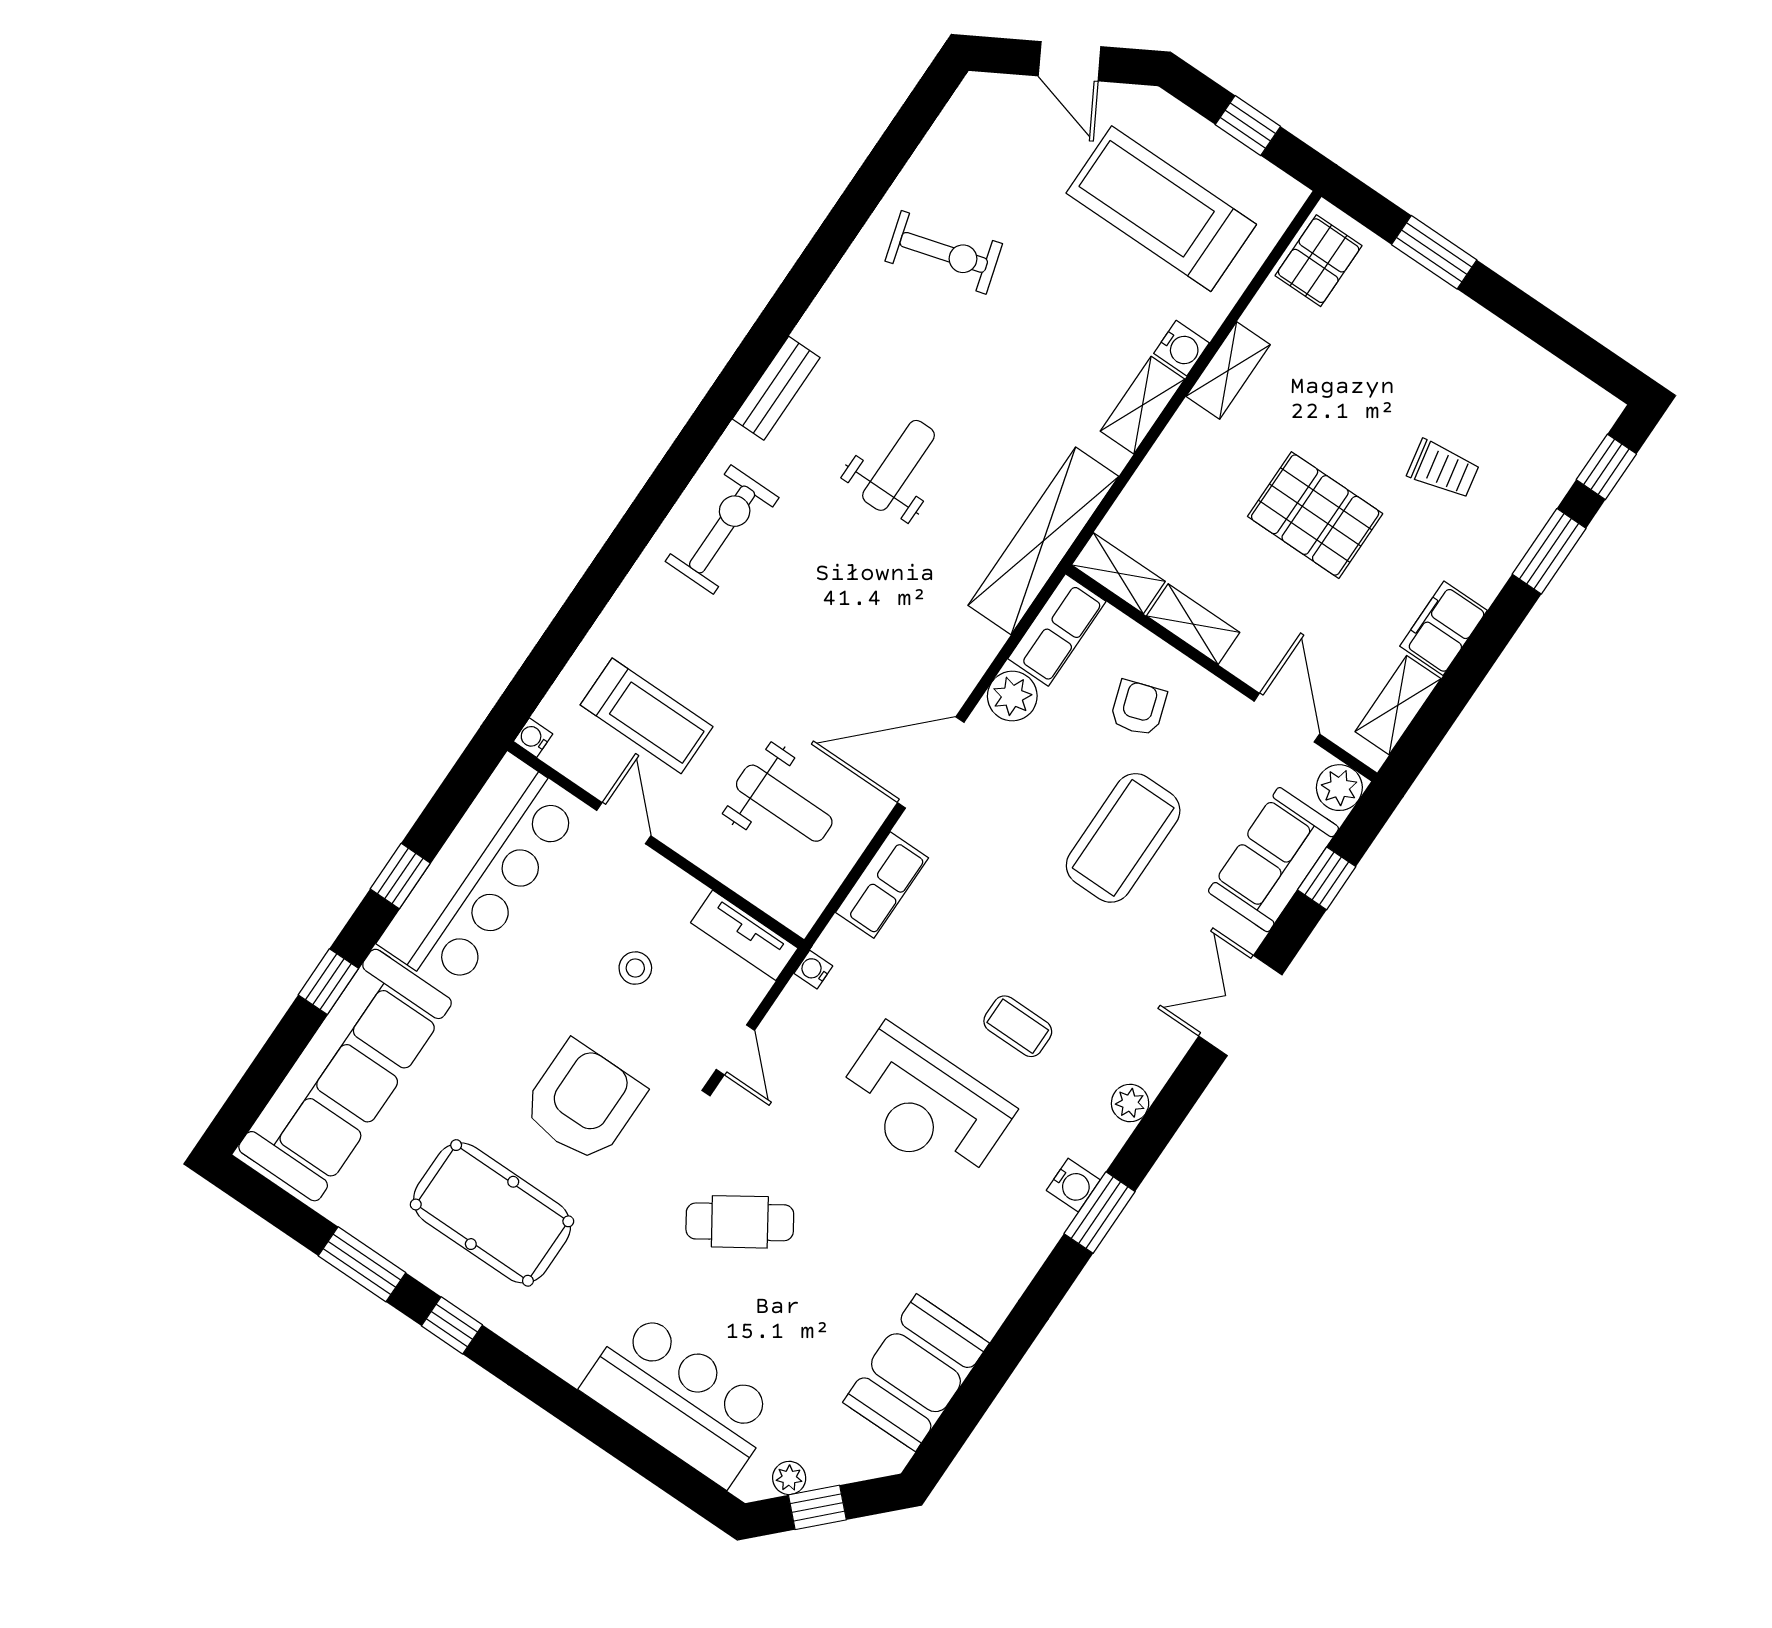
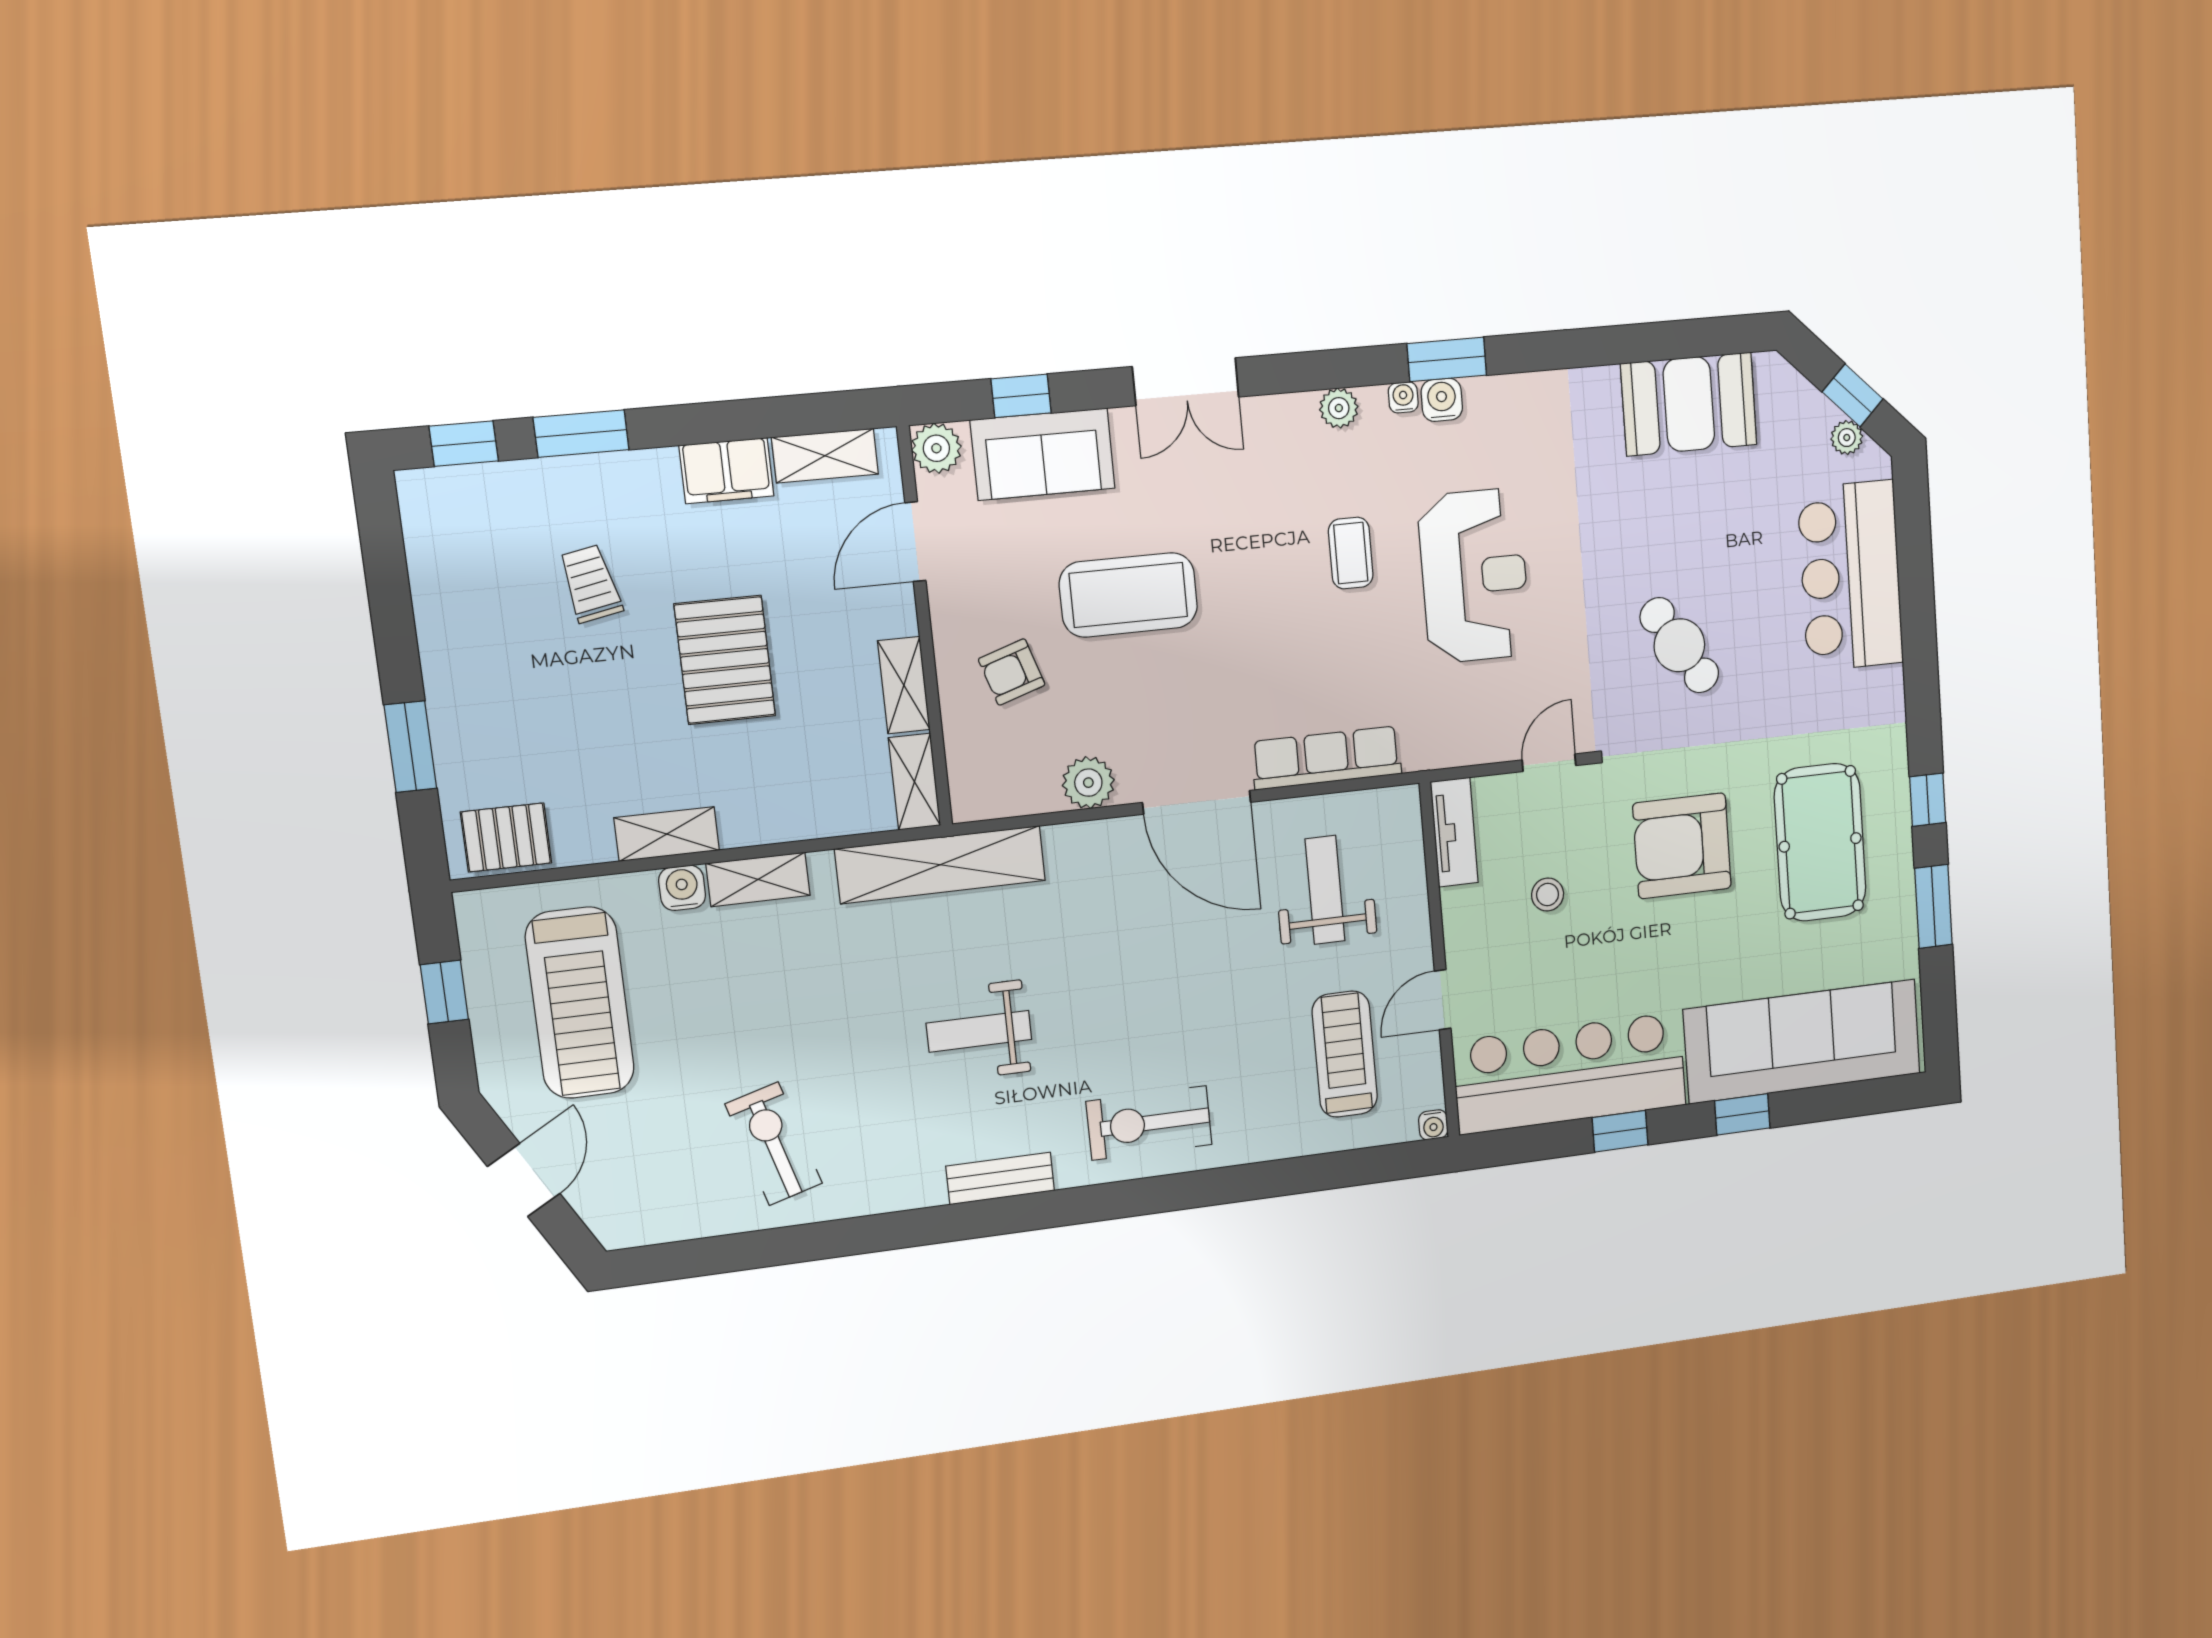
row of seats: (1057, 630) -> (1004, 792), removed
row of seats: (882, 885) -> (1327, 758), width x1.48
water cooler: (813, 970) -> (1403, 397), moved, turned 180

